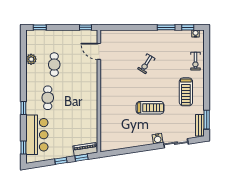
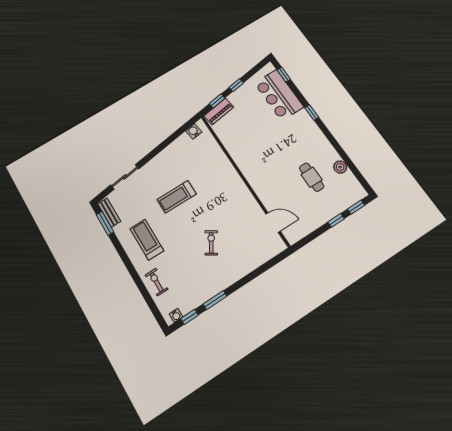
window: (86, 27) -> (336, 220), moved
cafe table: (48, 98) -> (294, 138), removed
water cooler: (158, 139) -> (194, 131), moved

